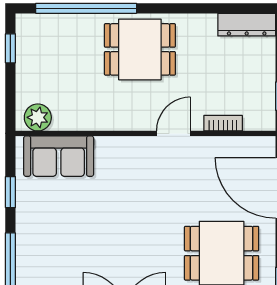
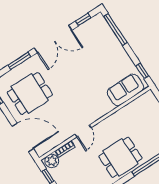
plant: (38, 117) -> (52, 161), moved
window: (10, 192) -> (142, 71), moved

